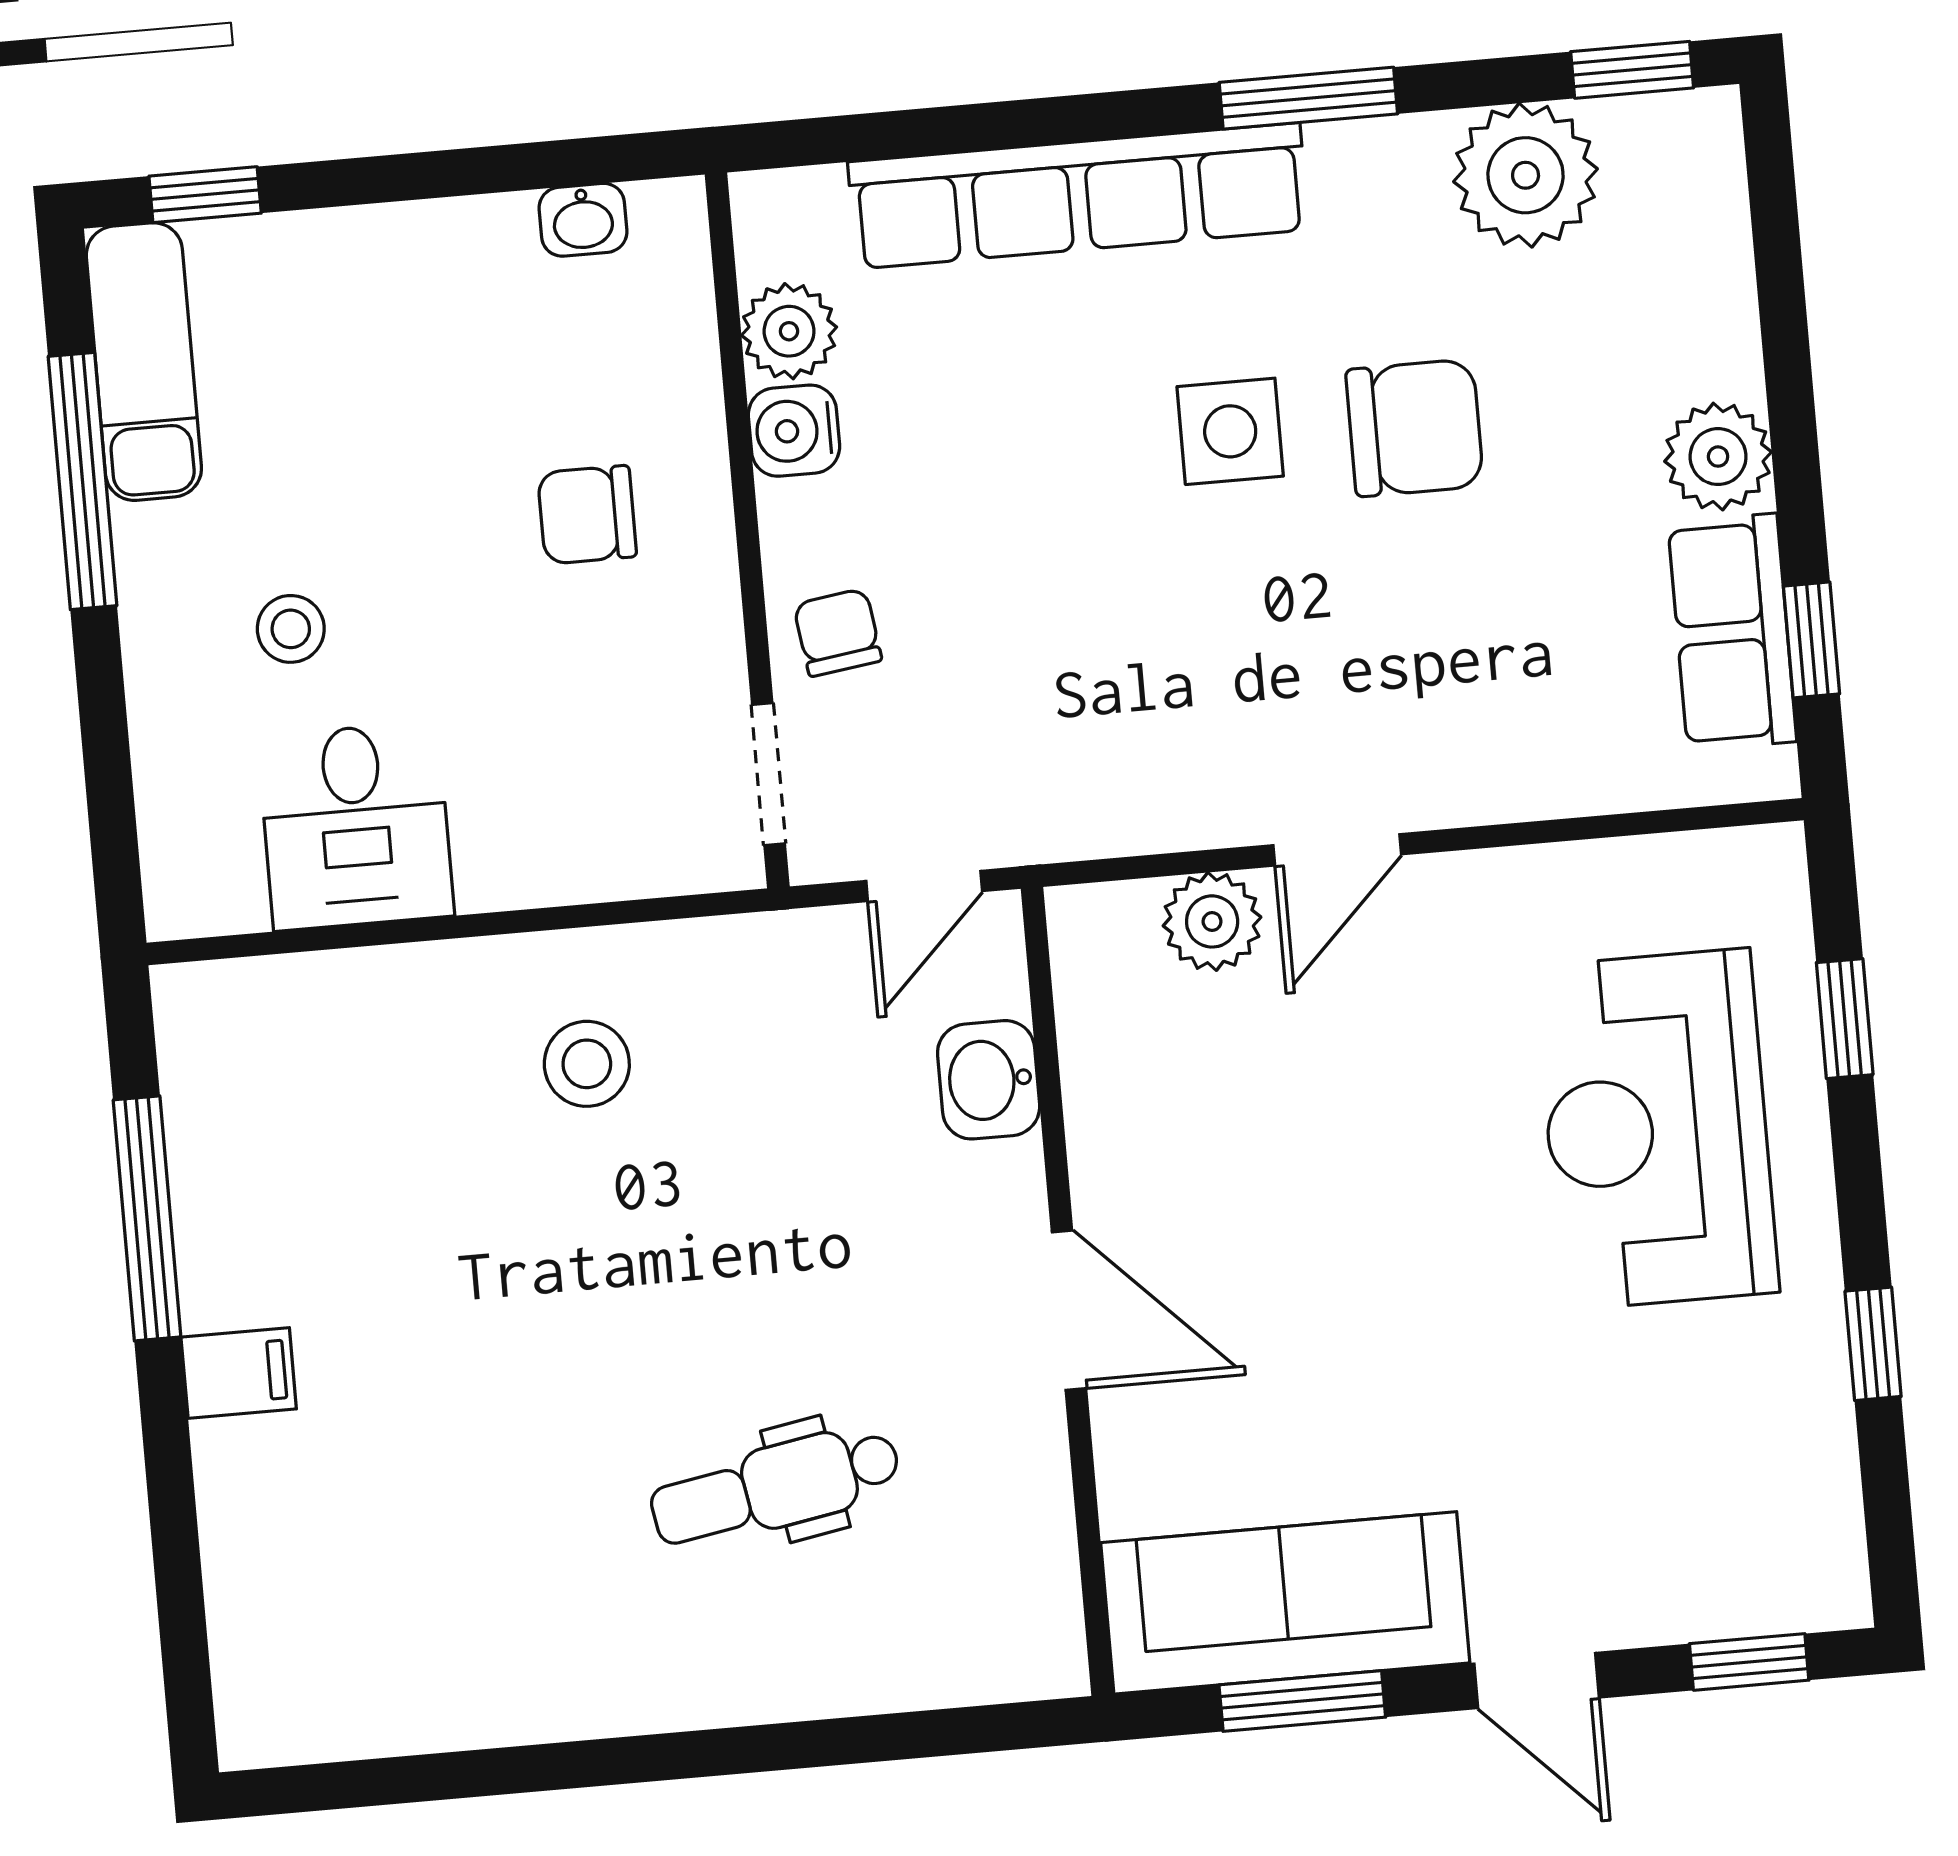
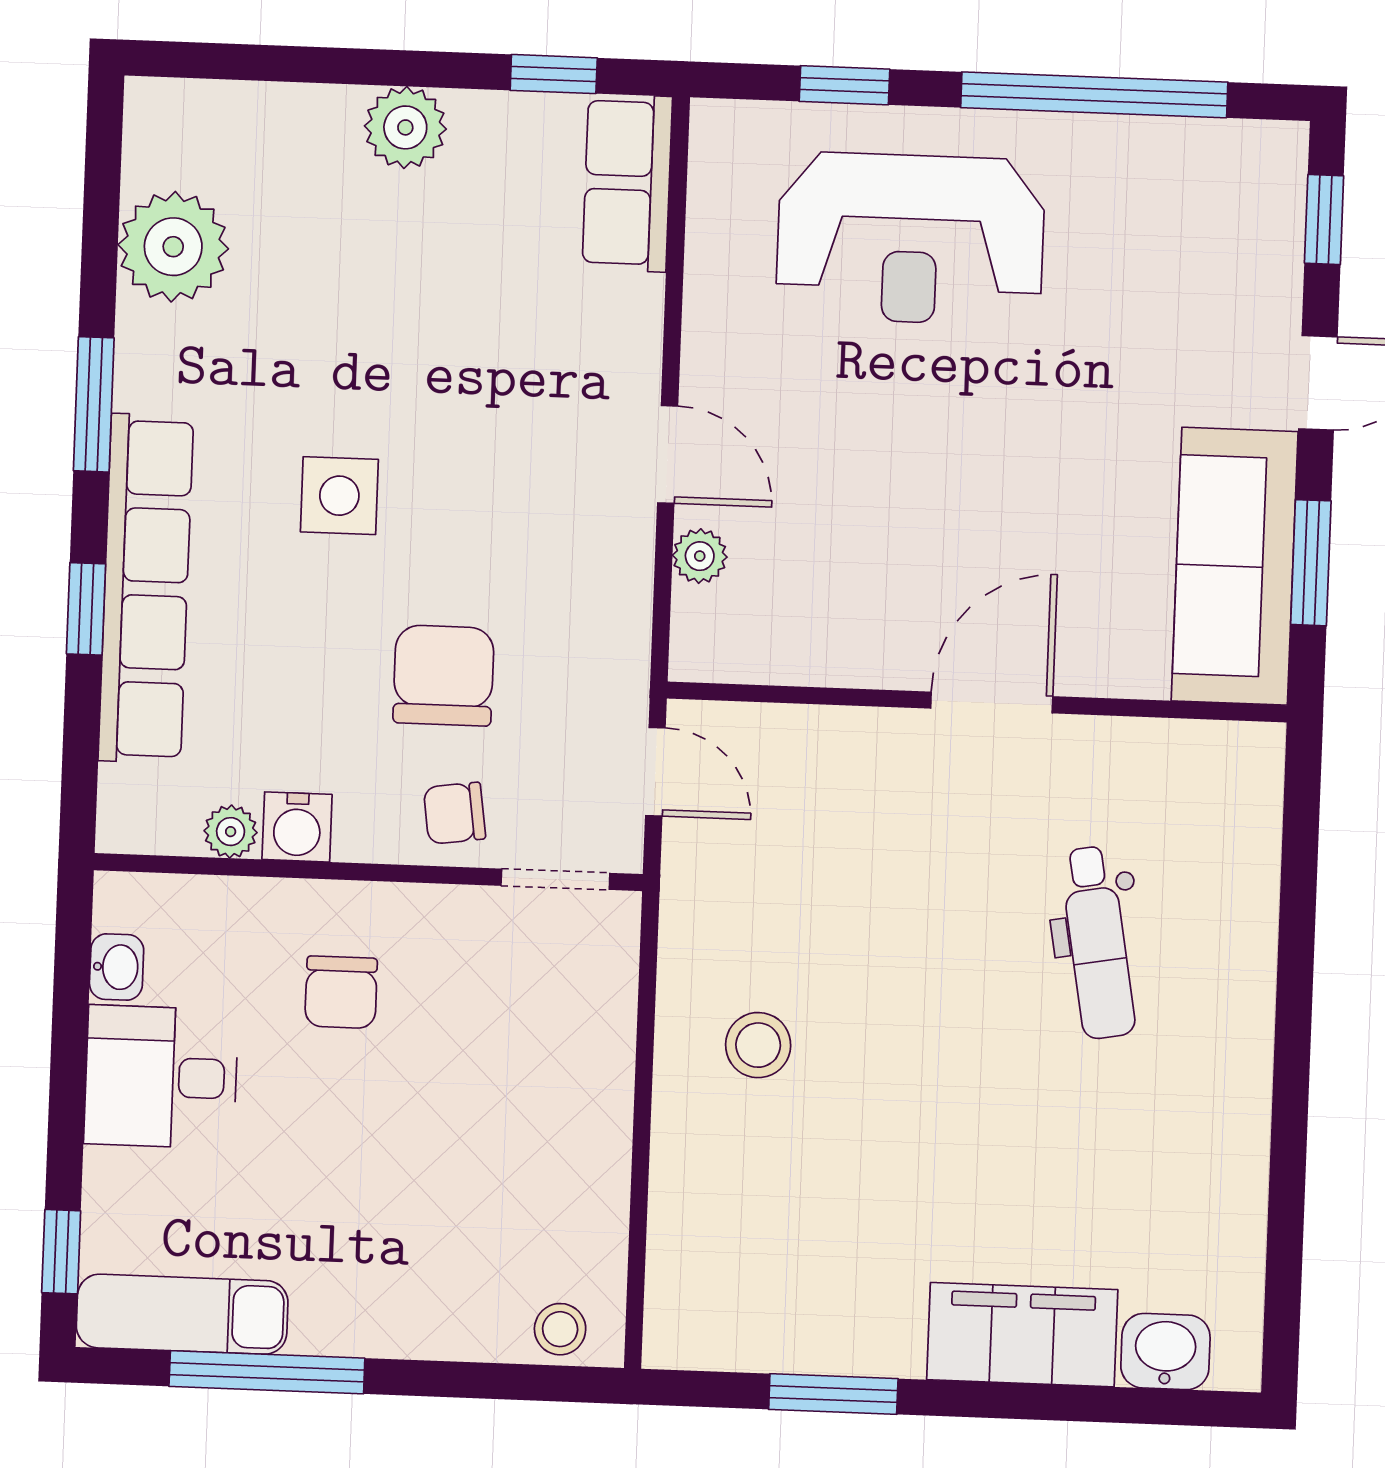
window: (1632, 70) -> (86, 609), moved
plant: (789, 331) -> (231, 832), width x0.73, depth x0.73
chair: (1415, 428) -> (444, 676), moved
stool: (291, 629) -> (560, 1329), moved
row of seats: (1732, 632) -> (627, 183), moved, turned 90
desk: (356, 826) -> (161, 1077), moved, turned 180
plant: (1212, 921) -> (700, 556), width x0.73, depth x0.73
washbasin: (989, 1080) -> (1165, 1352), moved, turned 180
window: (147, 1218) -> (833, 1394), width x0.69
window: (1873, 1344) -> (1094, 95), width x3.17
filing cabinet: (239, 1373) -> (1022, 1335), width x3.00, depth x1.17

